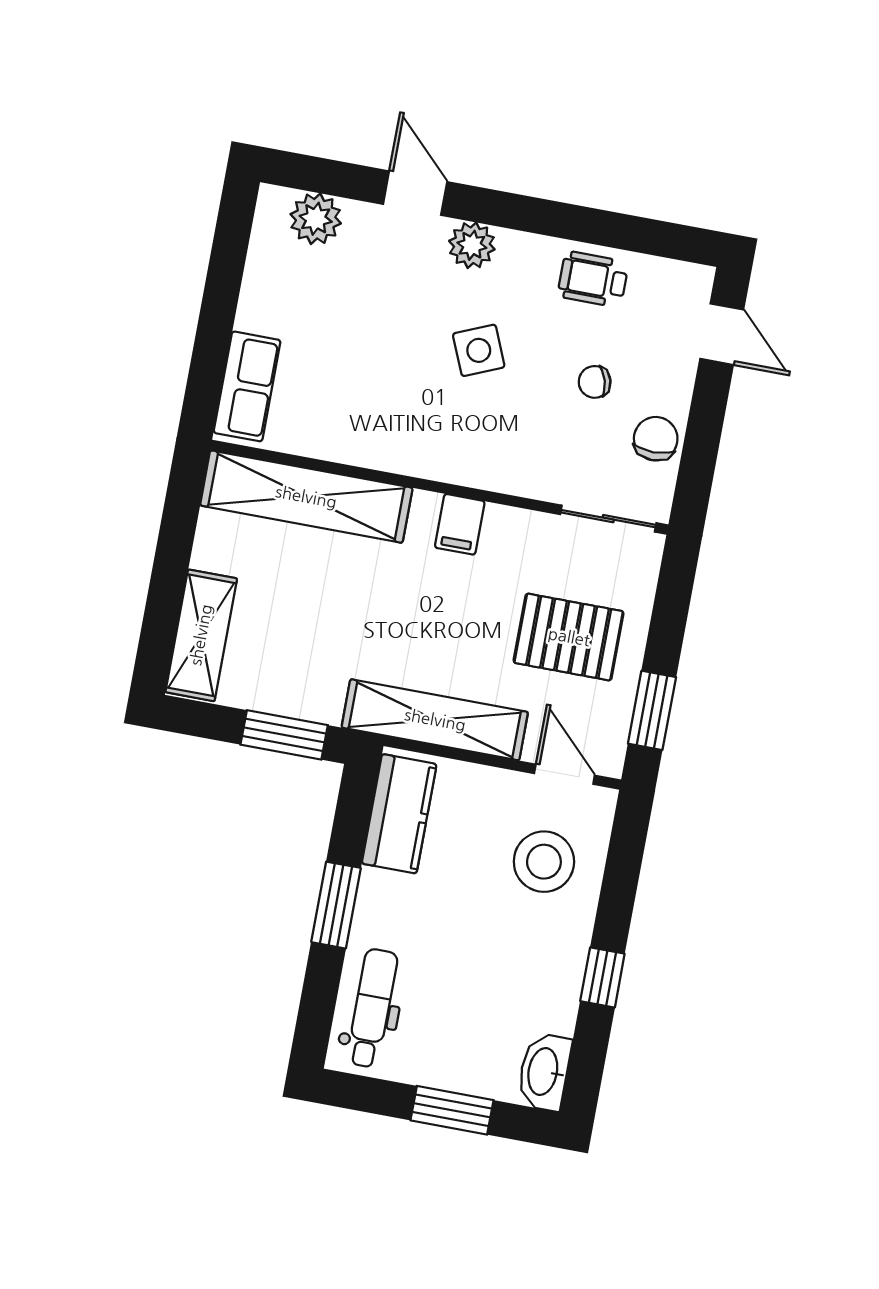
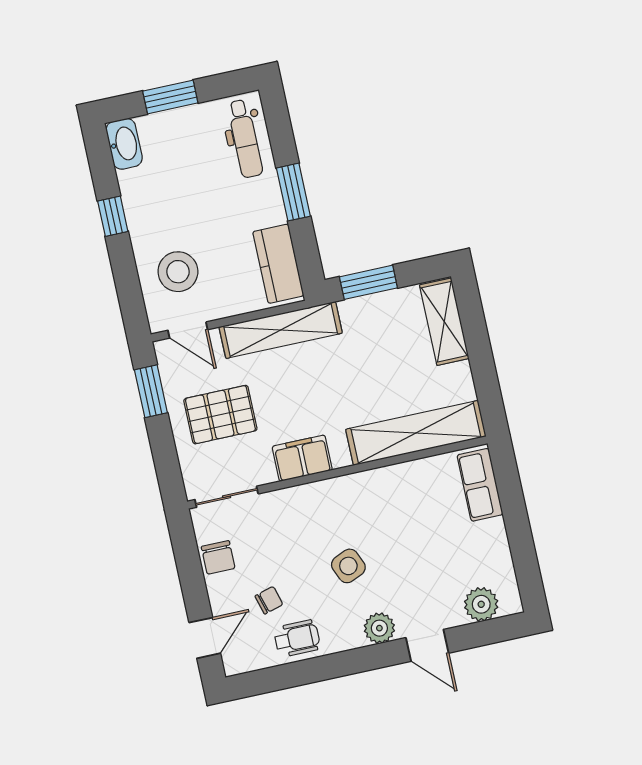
door: (722, 334) -> (205, 638), swing flipped
chair: (595, 382) -> (269, 600), moved
filing cabinet: (460, 524) -> (302, 458), width x2.00

